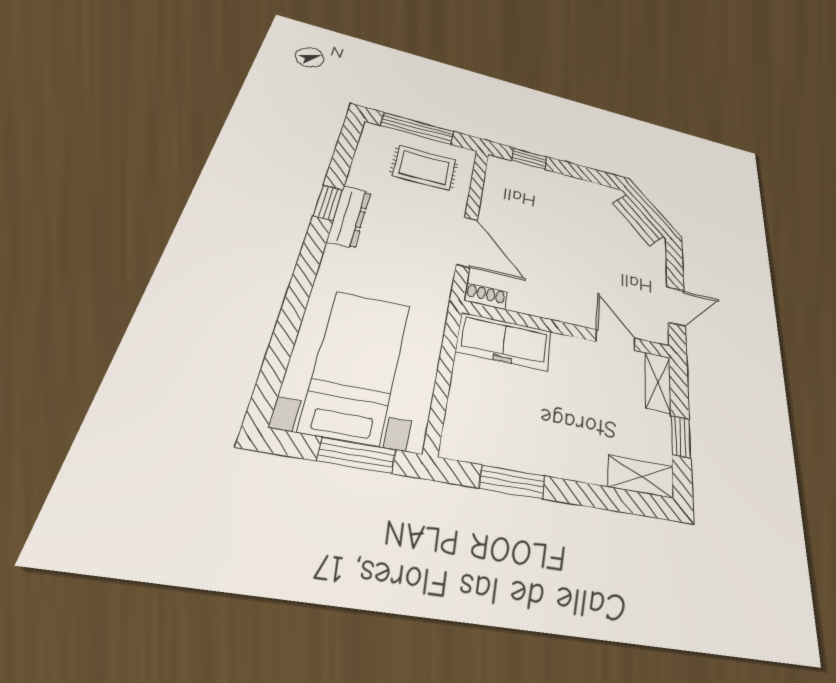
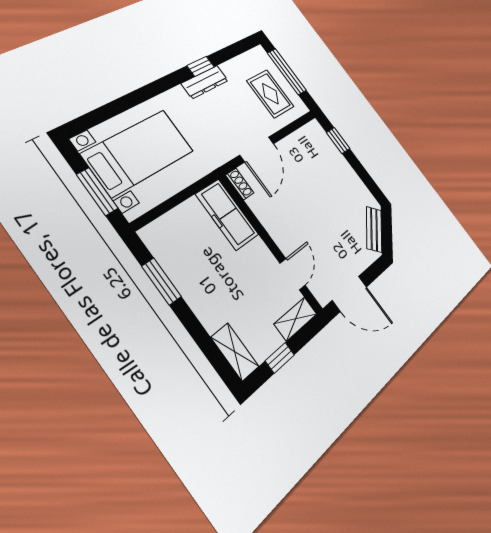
door: (676, 306) -> (350, 294), width x1.38

